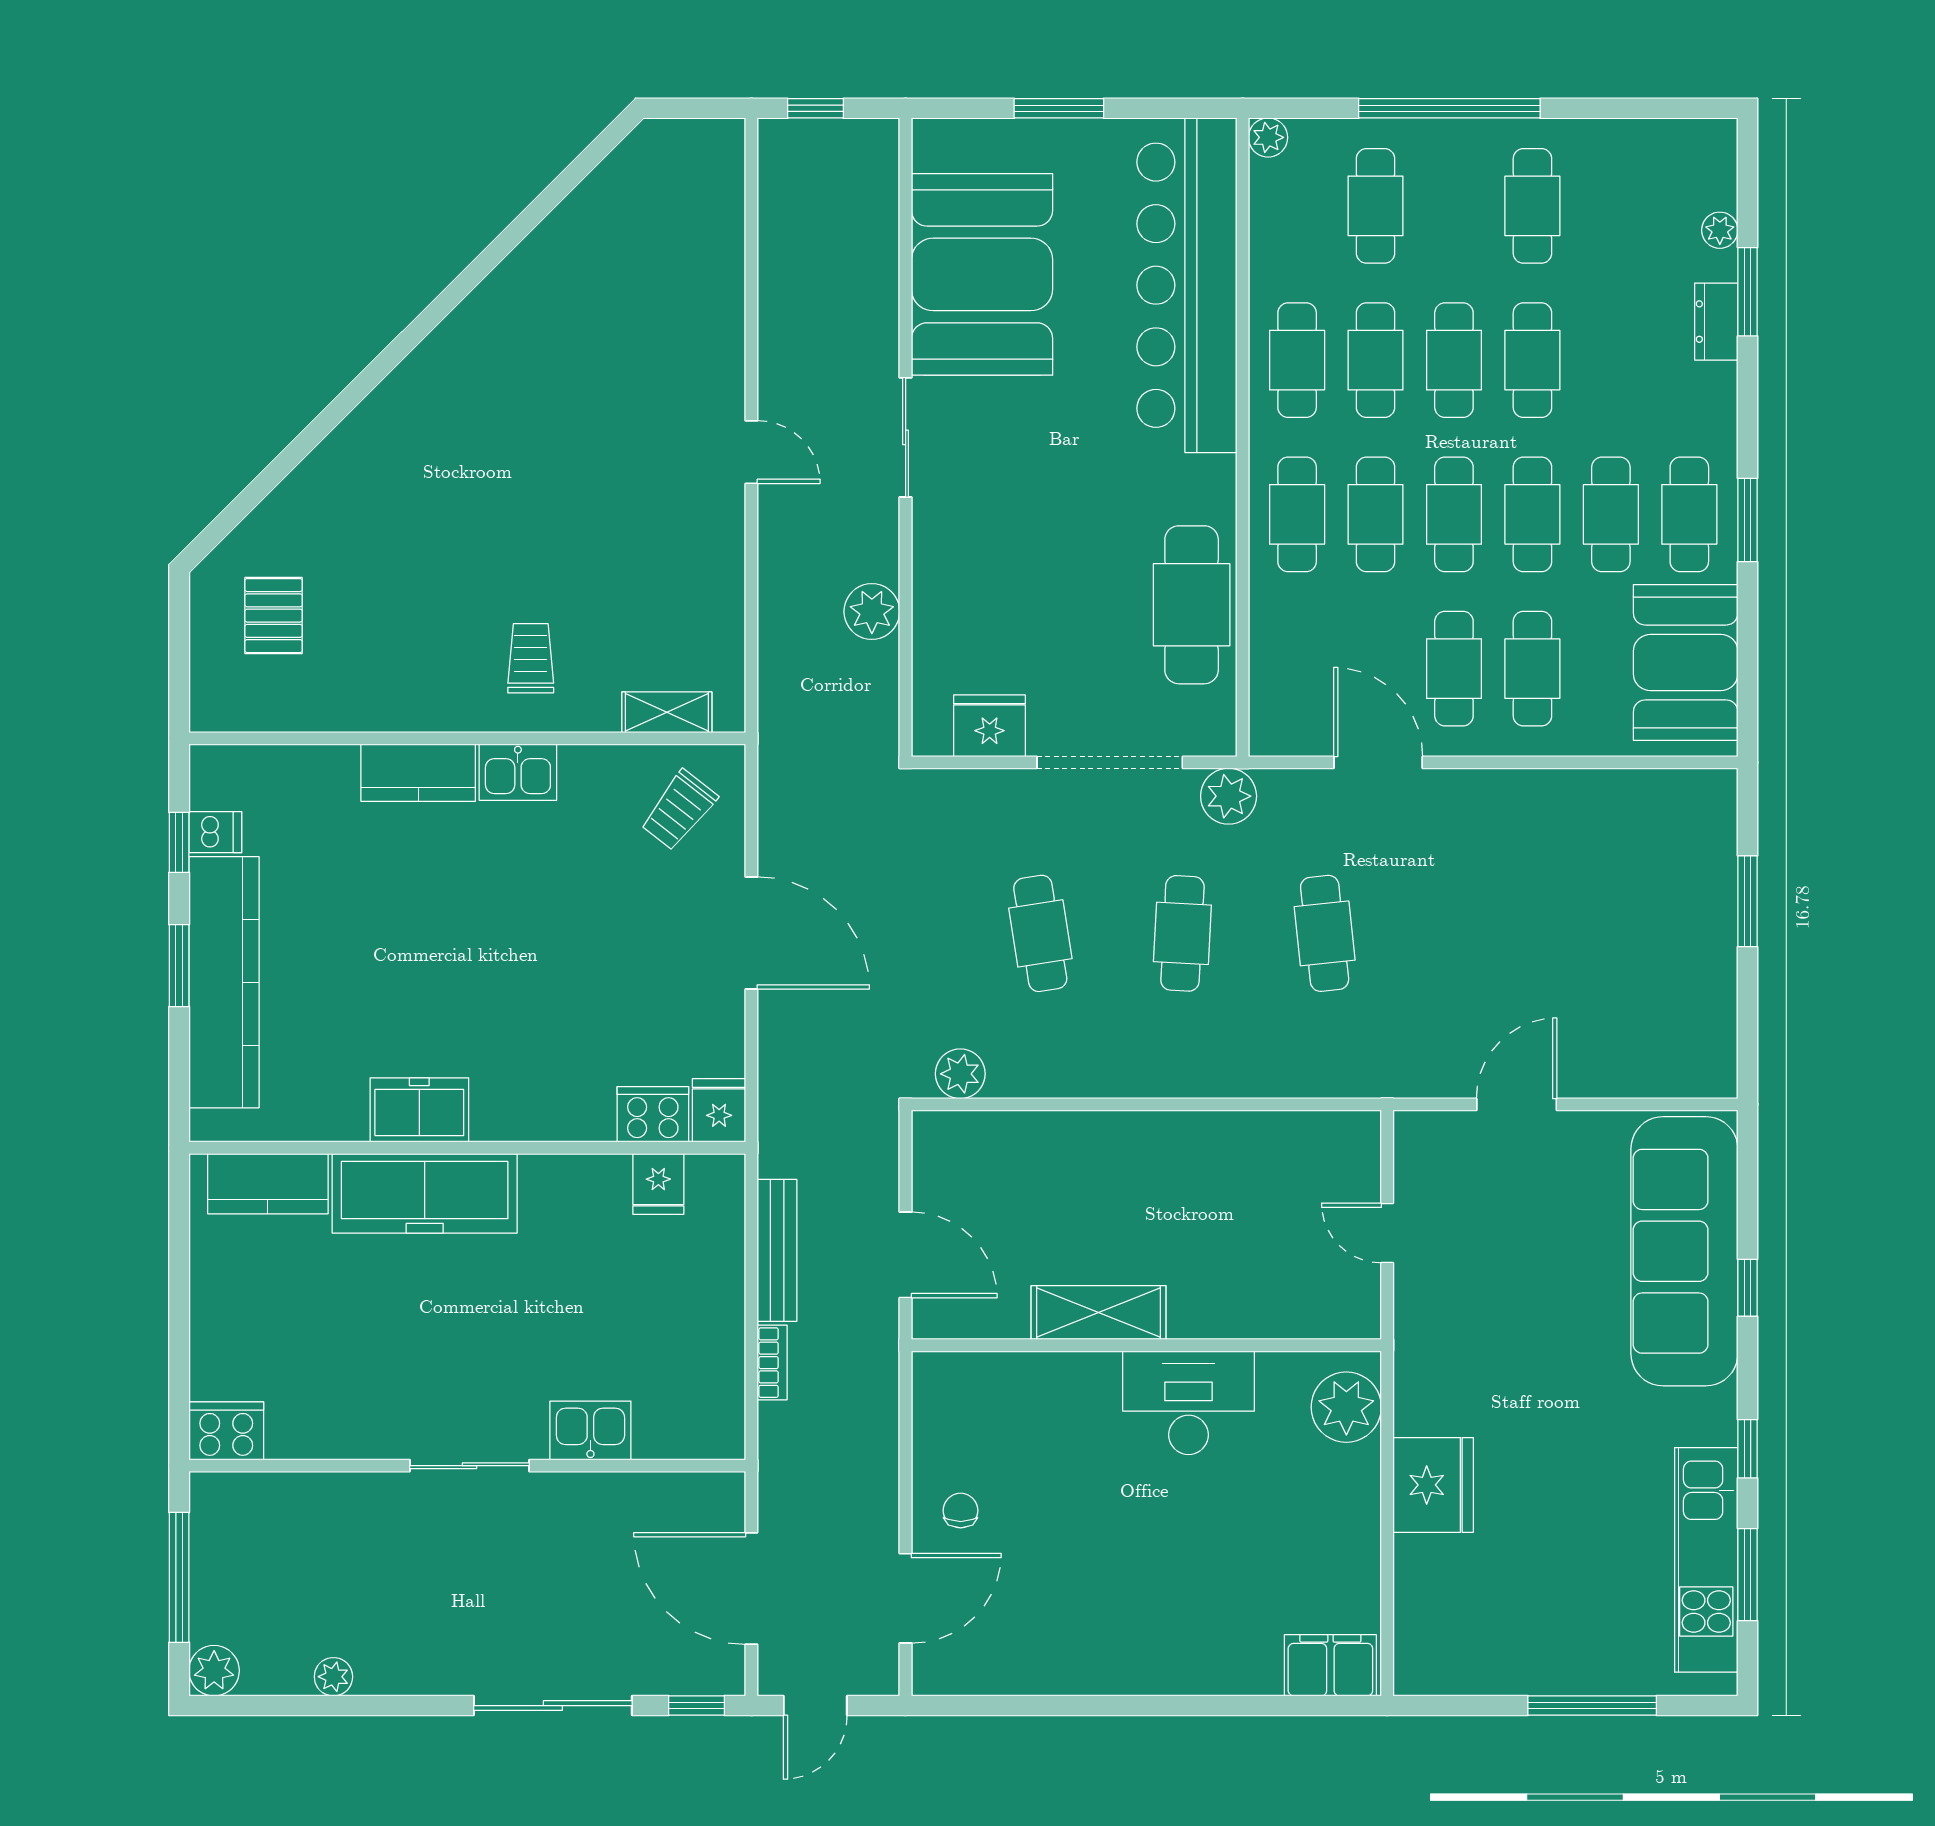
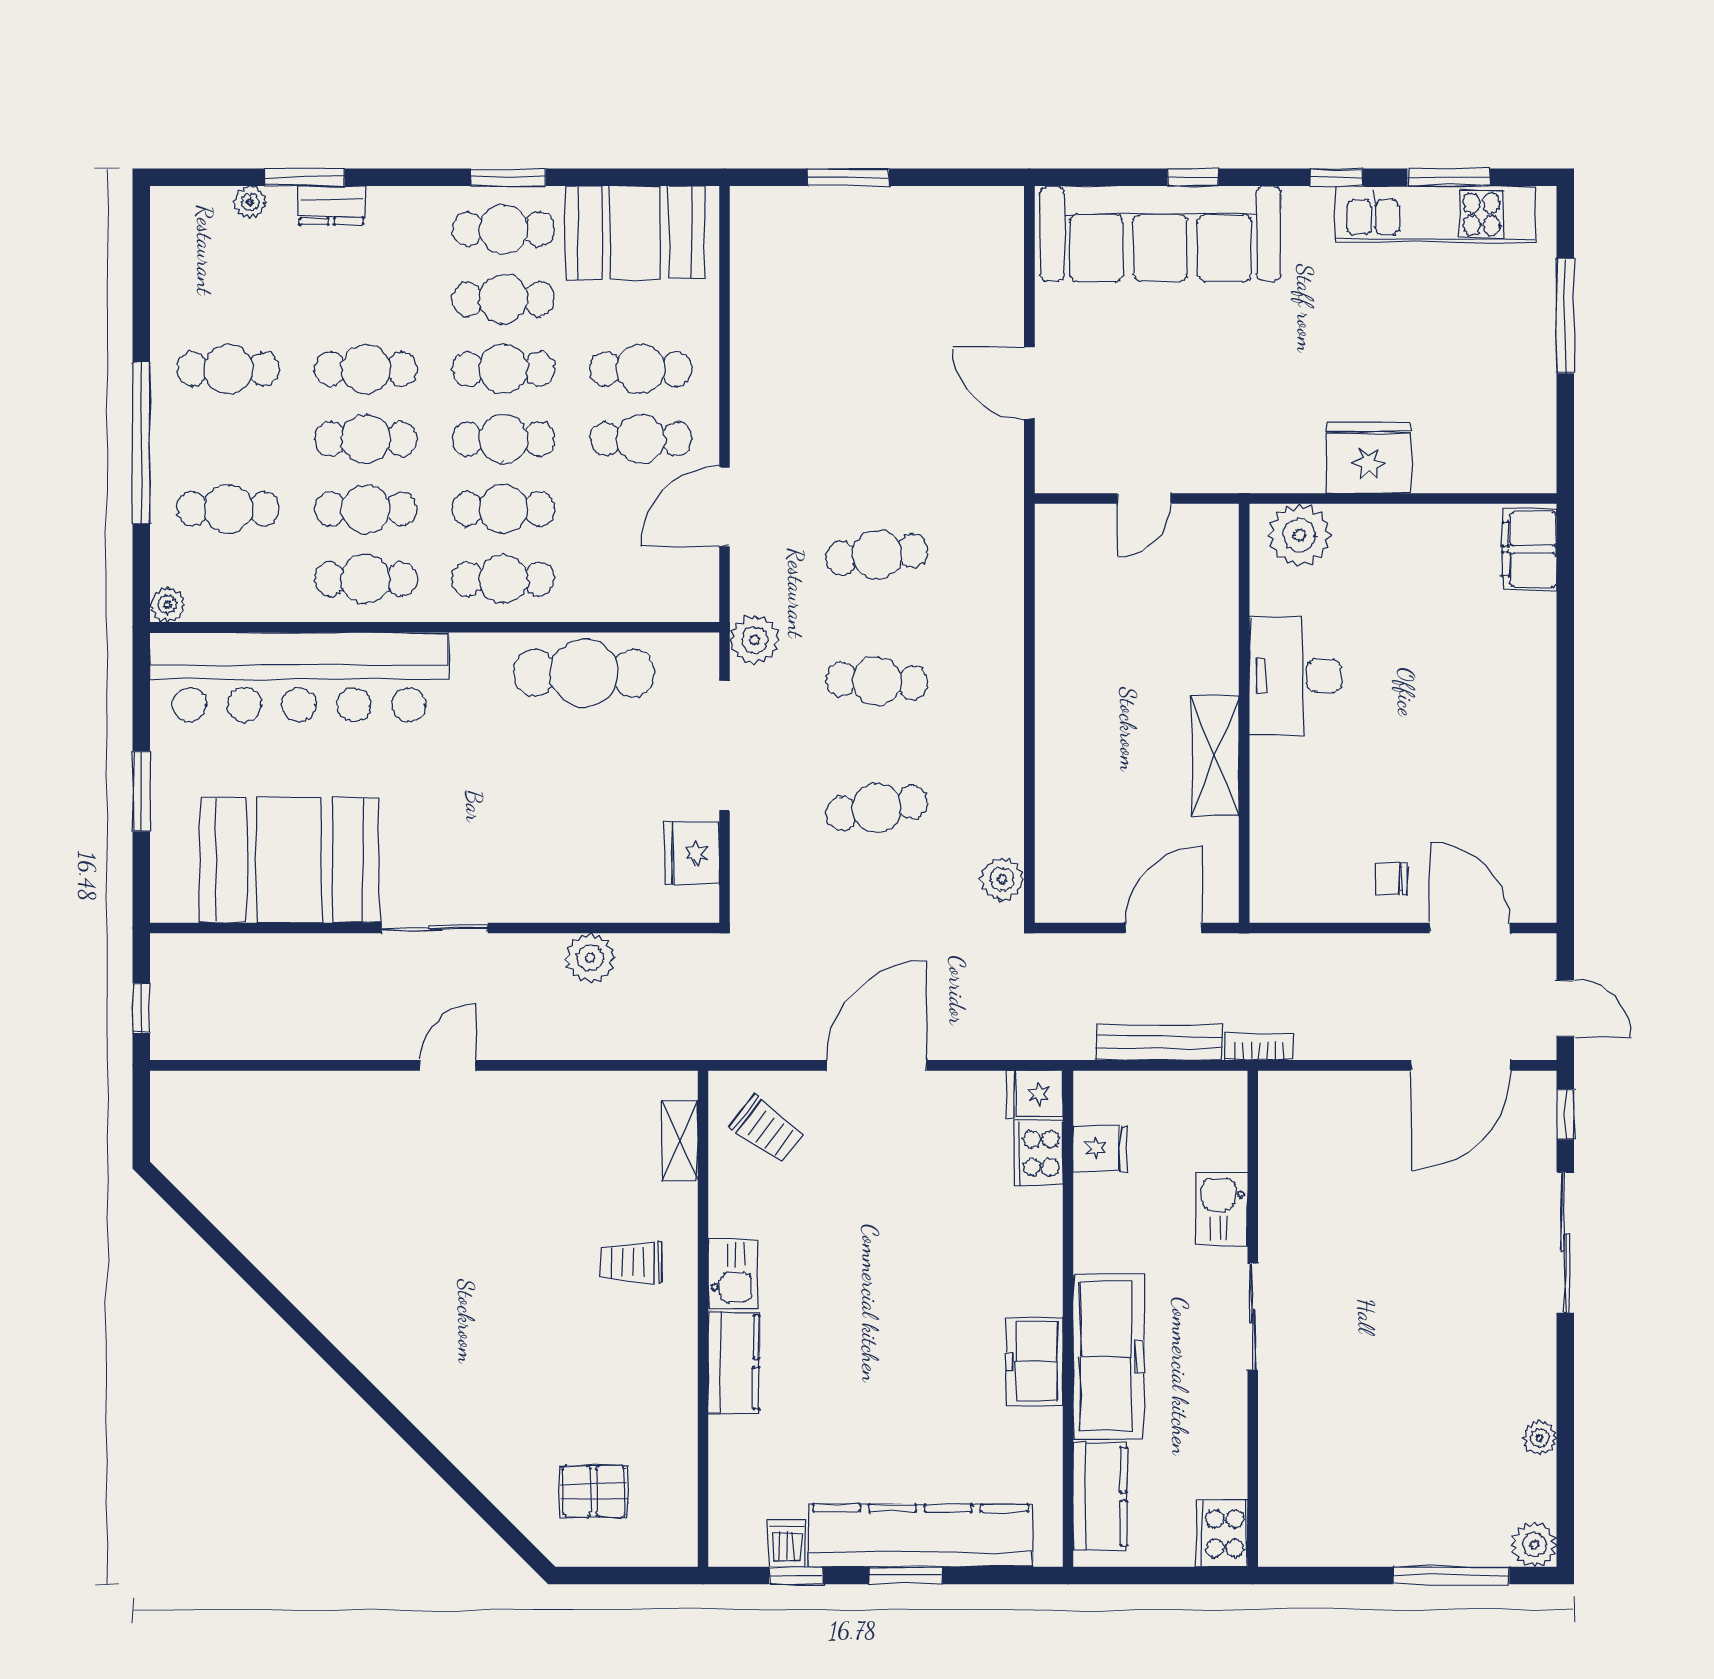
kitchen sink: (590, 1430) -> (1221, 1209), moved
cooker: (226, 1431) -> (1222, 1534), moved
wall: (467, 1466) -> (1253, 1319), moved
sliding door: (470, 1466) -> (1253, 1317), moved

